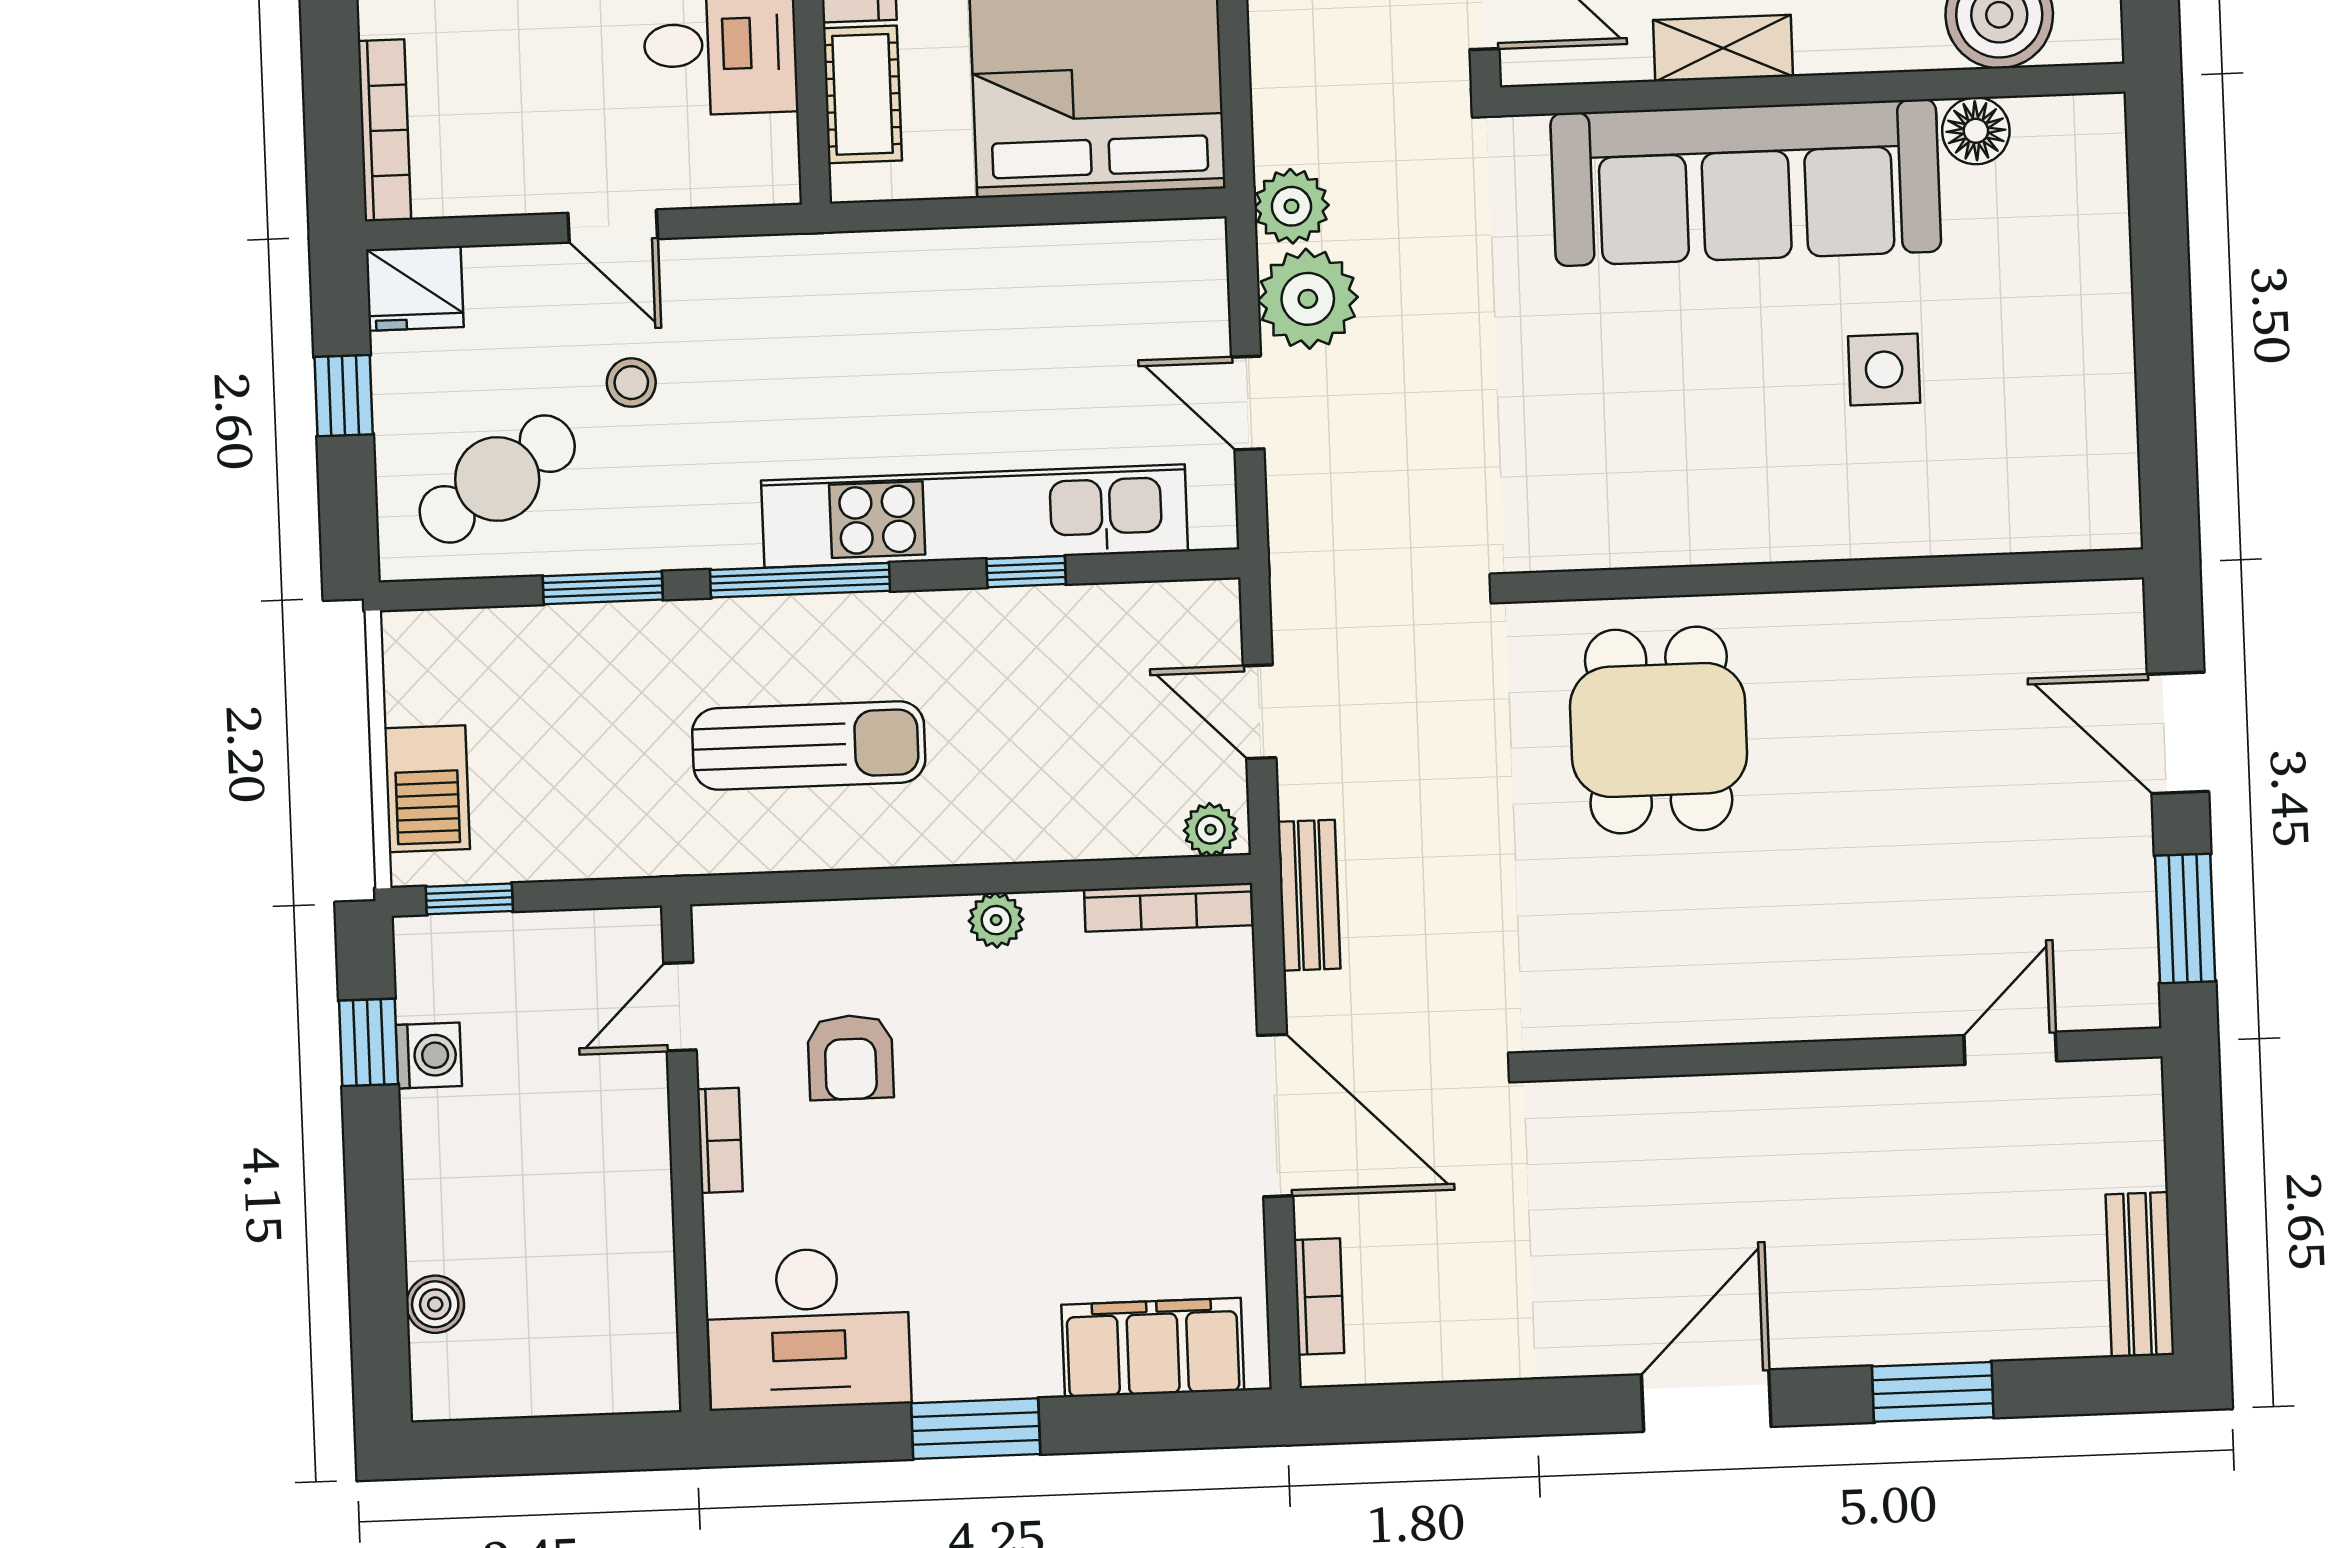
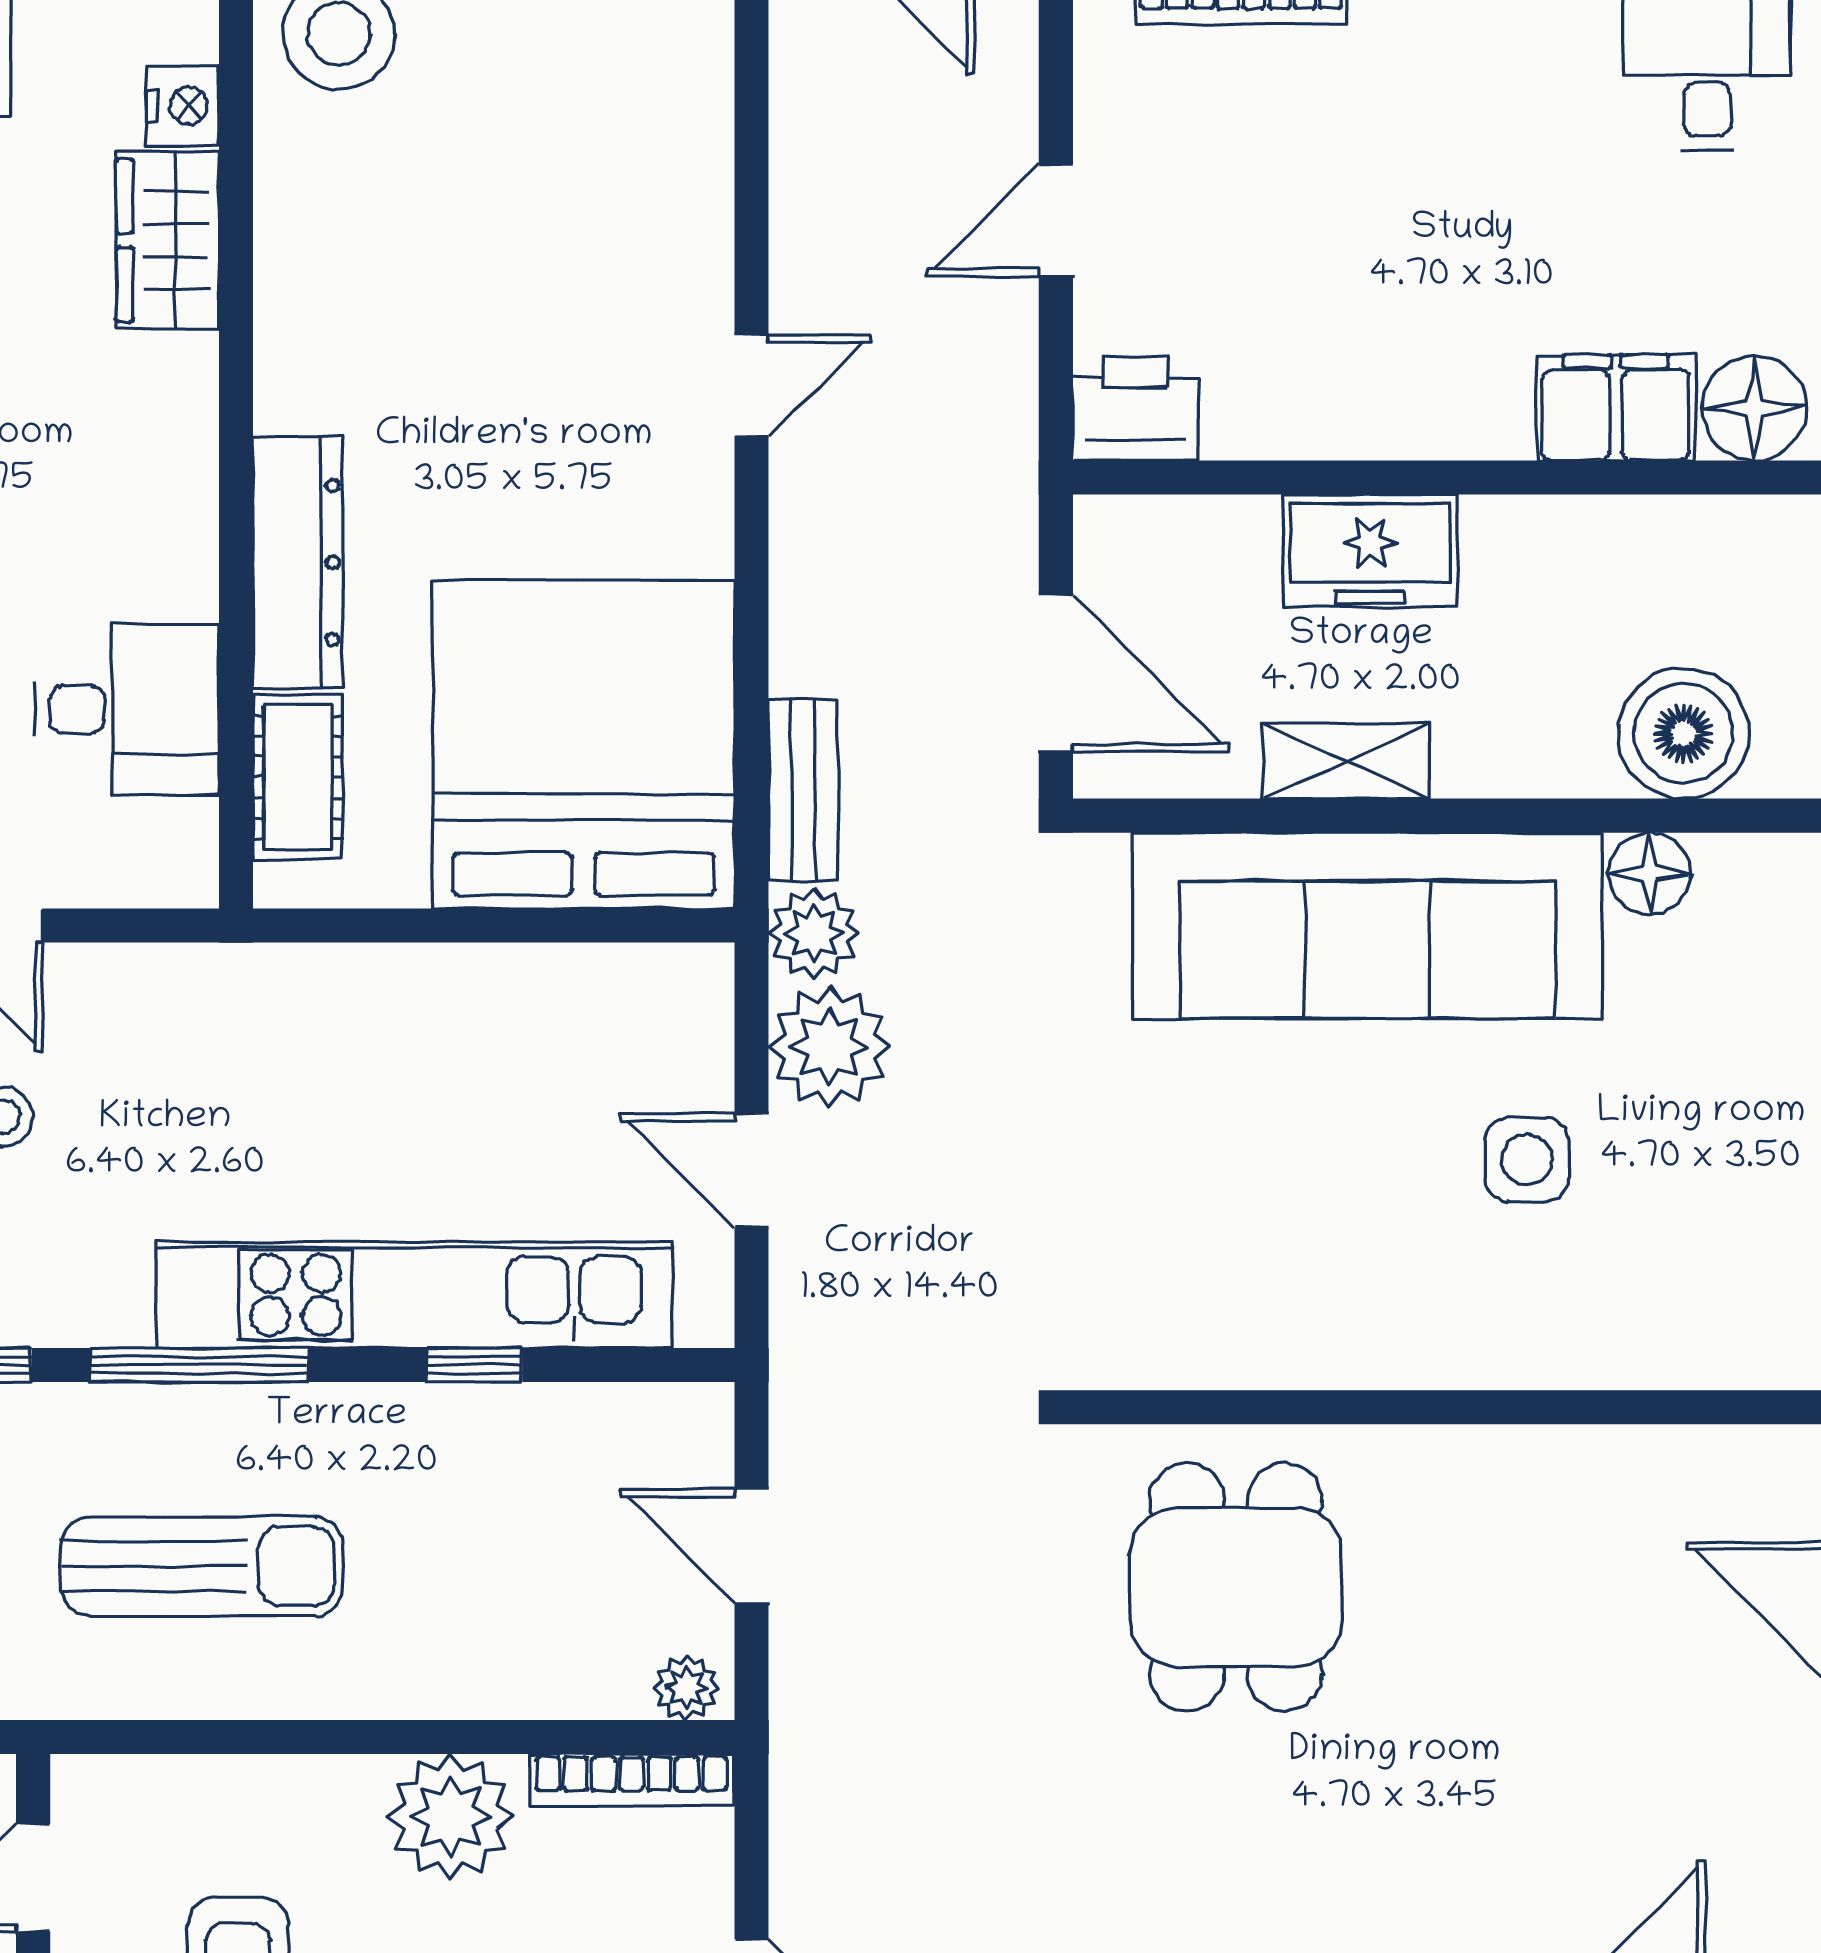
bench: (1309, 895) -> (803, 790), moved
plant: (996, 920) -> (451, 1817), width x1.87, depth x1.87

